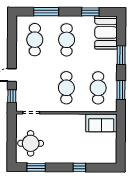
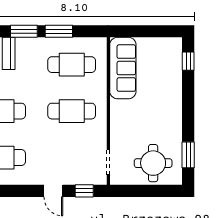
window: (121, 90) -> (59, 31), moved
sofa: (101, 123) -> (123, 68), width x1.36
window: (79, 167) -> (188, 61), moved

